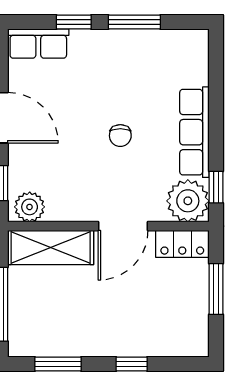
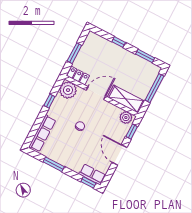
window: (74, 22) -> (88, 182), moved
row of seats: (194, 132) -> (42, 133), moved
window: (216, 187) -> (49, 101), moved

